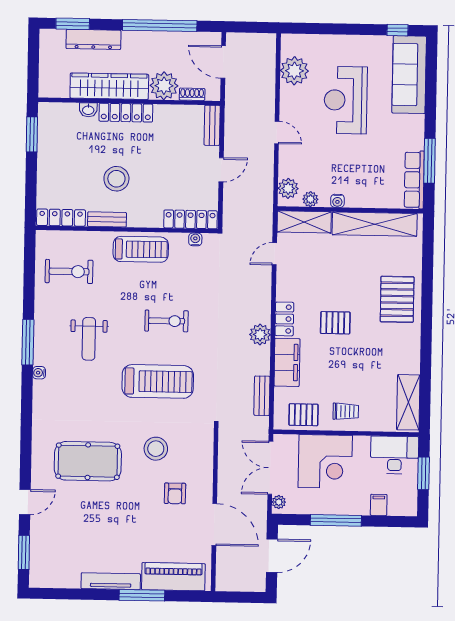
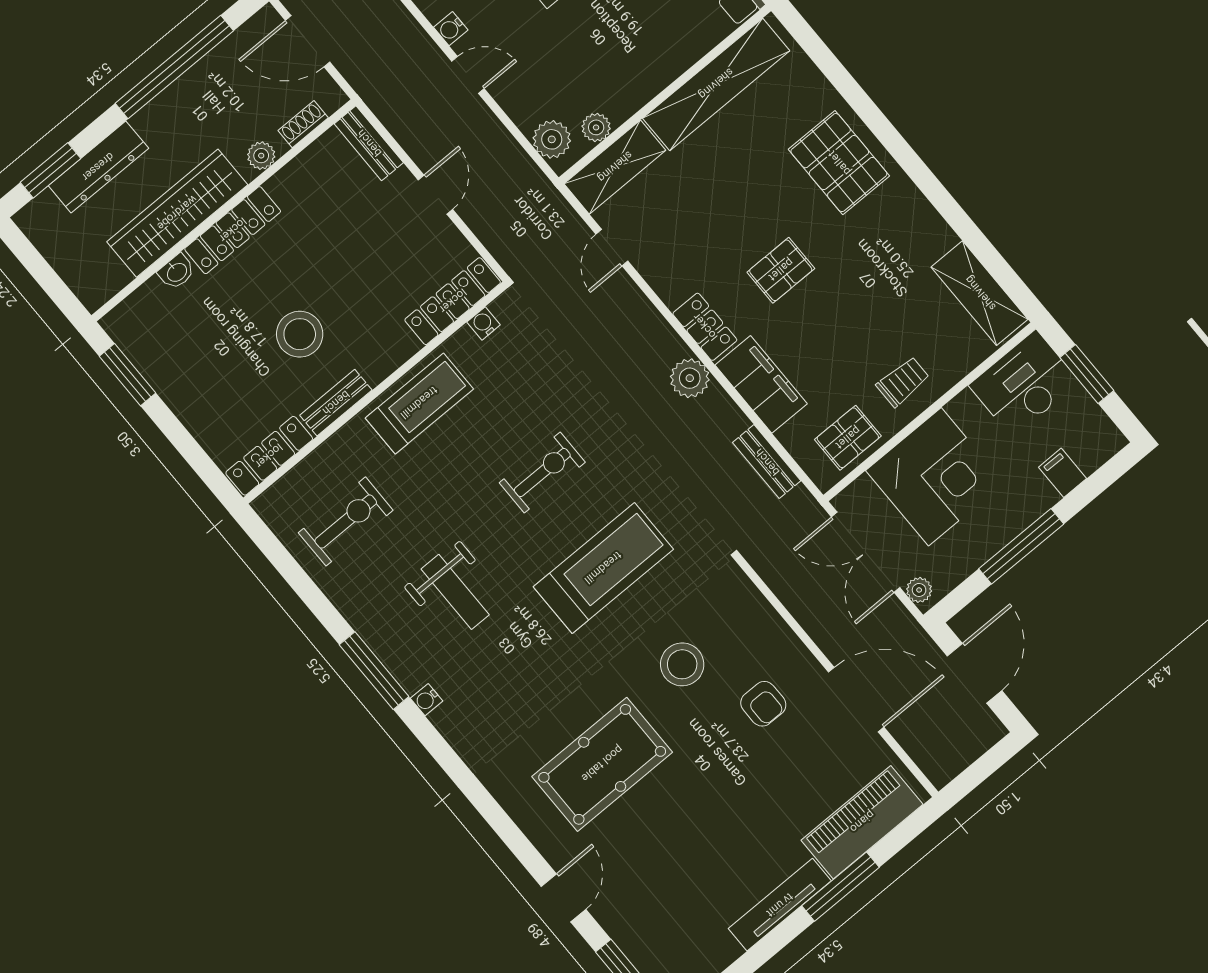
plant: (164, 86) -> (261, 156), width x0.53, depth x0.53
water cooler: (337, 201) -> (451, 29), moved, turned 90

